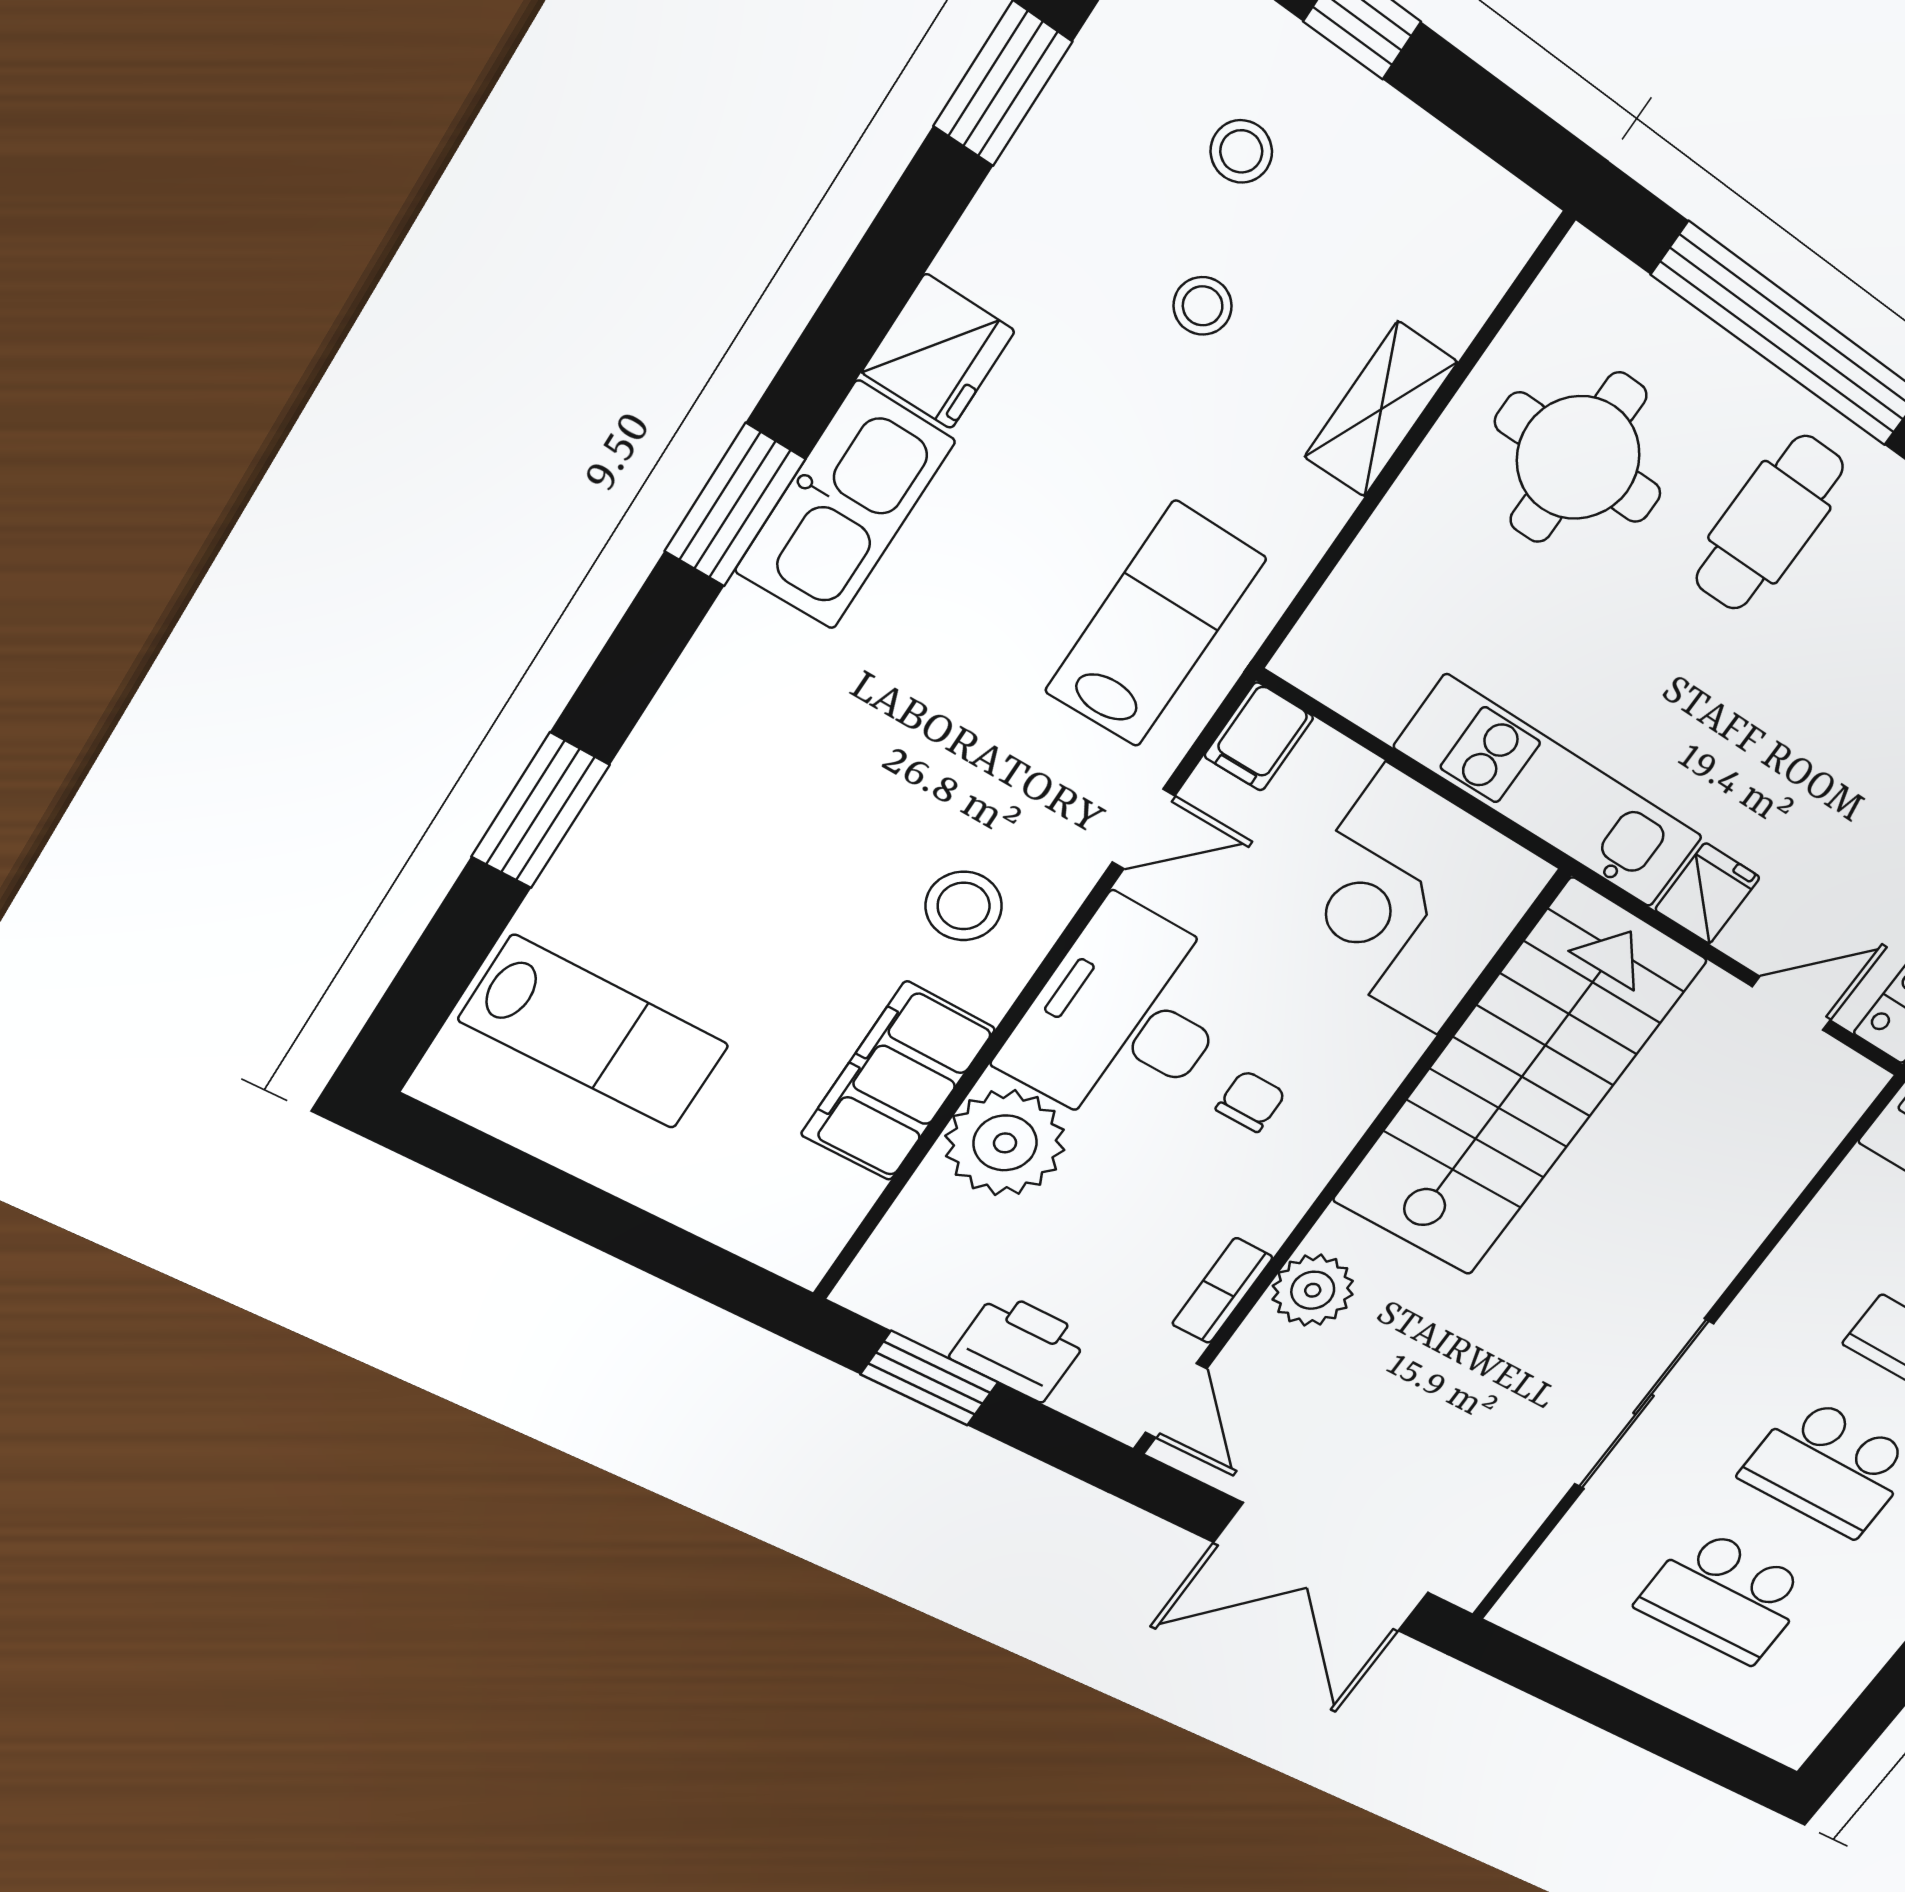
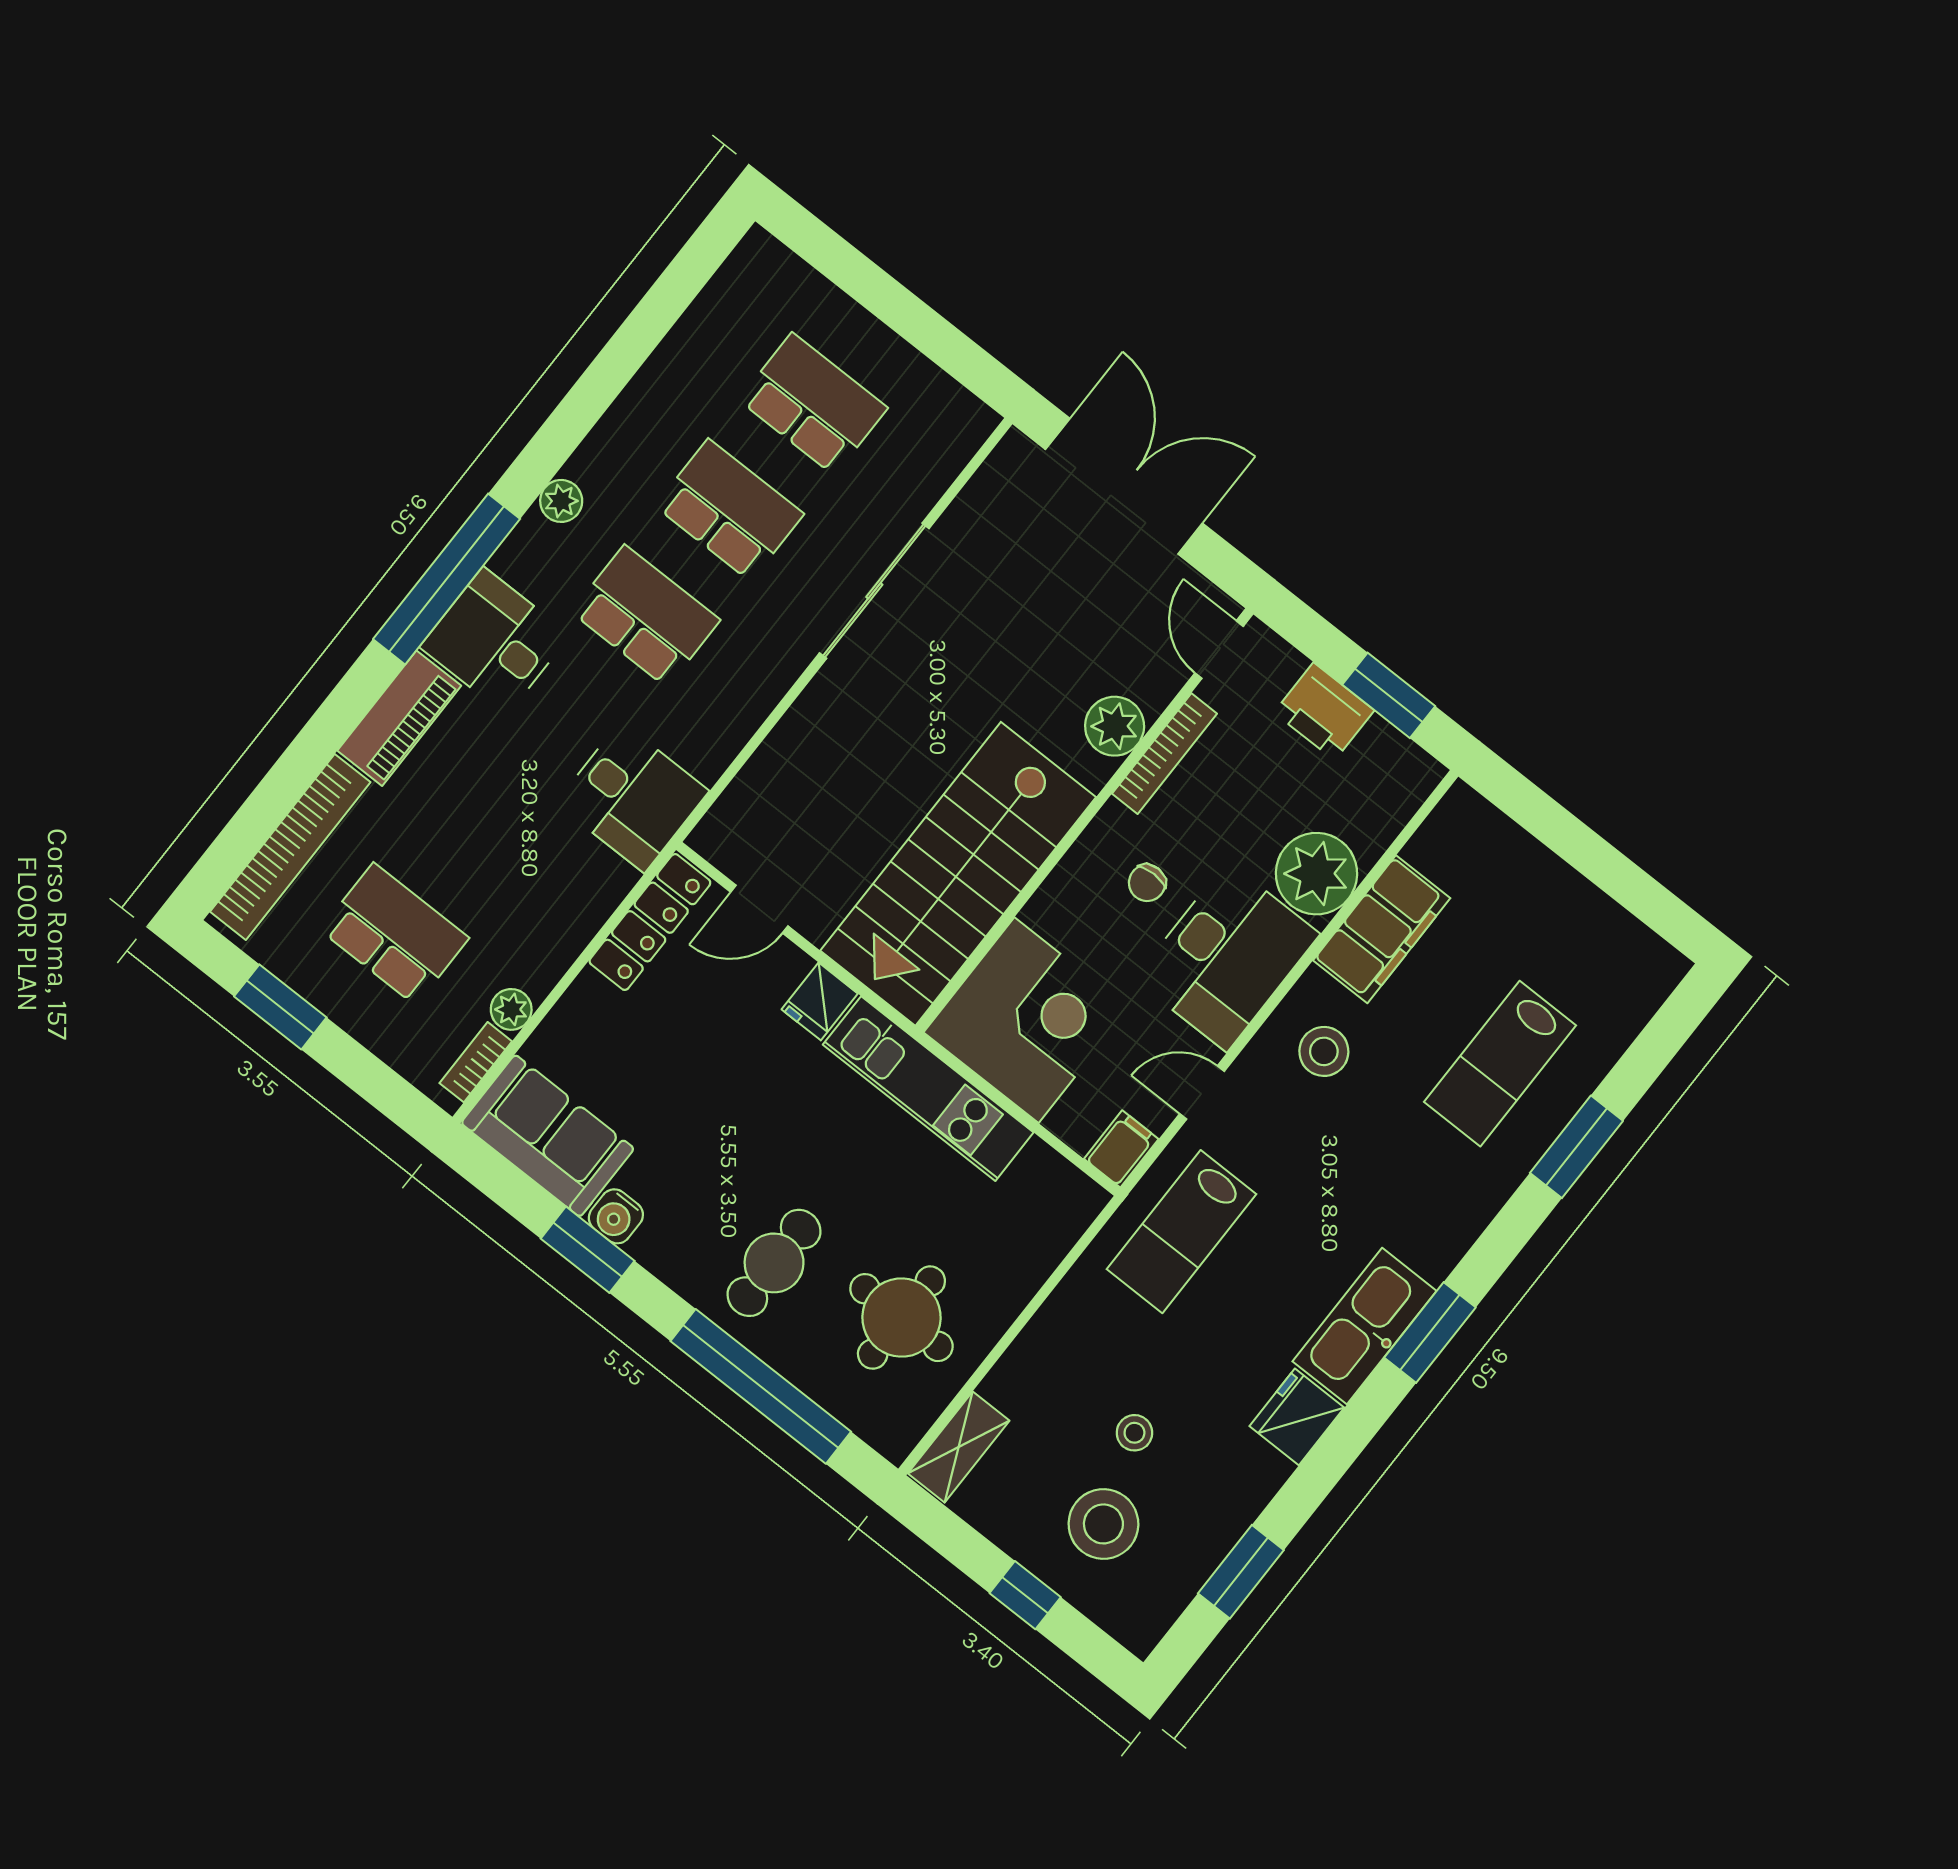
stool: (1241, 151) -> (1103, 1524), width x1.89, depth x1.89
shelving: (1381, 409) -> (959, 1447), moved
lab bench: (594, 1033) -> (1500, 1064), moved, turned -90
bookcase: (1222, 1291) -> (1164, 754), width x1.56

